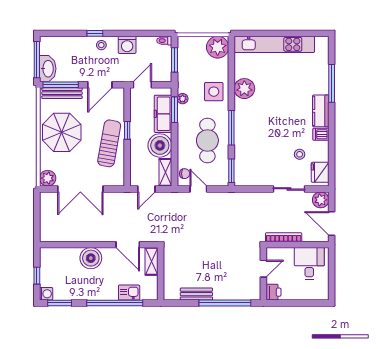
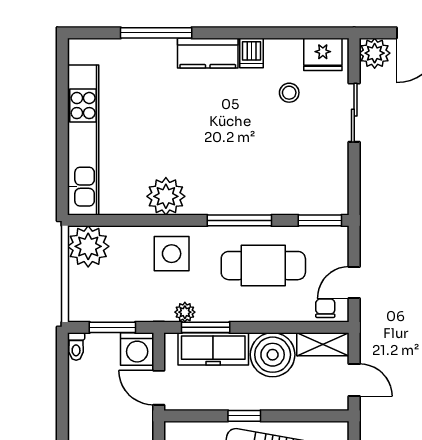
washing machine: (127, 45) -> (137, 349), moved, turned 90

